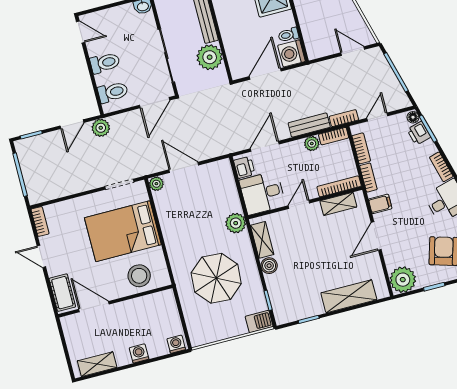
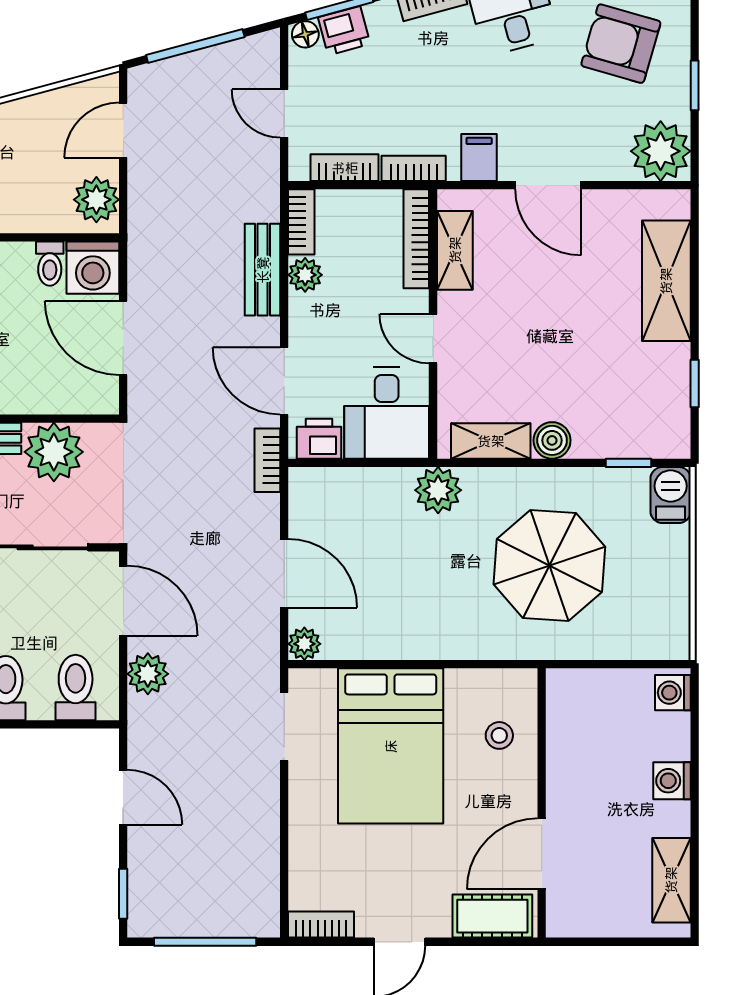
plant: (320, 47) -> (96, 200), added
bookcase: (344, 118) -> (267, 460), moved
plant: (101, 128) -> (148, 674), moved
door: (184, 167) -> (284, 573), swing flipped
stool: (139, 276) -> (499, 735), width x0.53, depth x0.53

